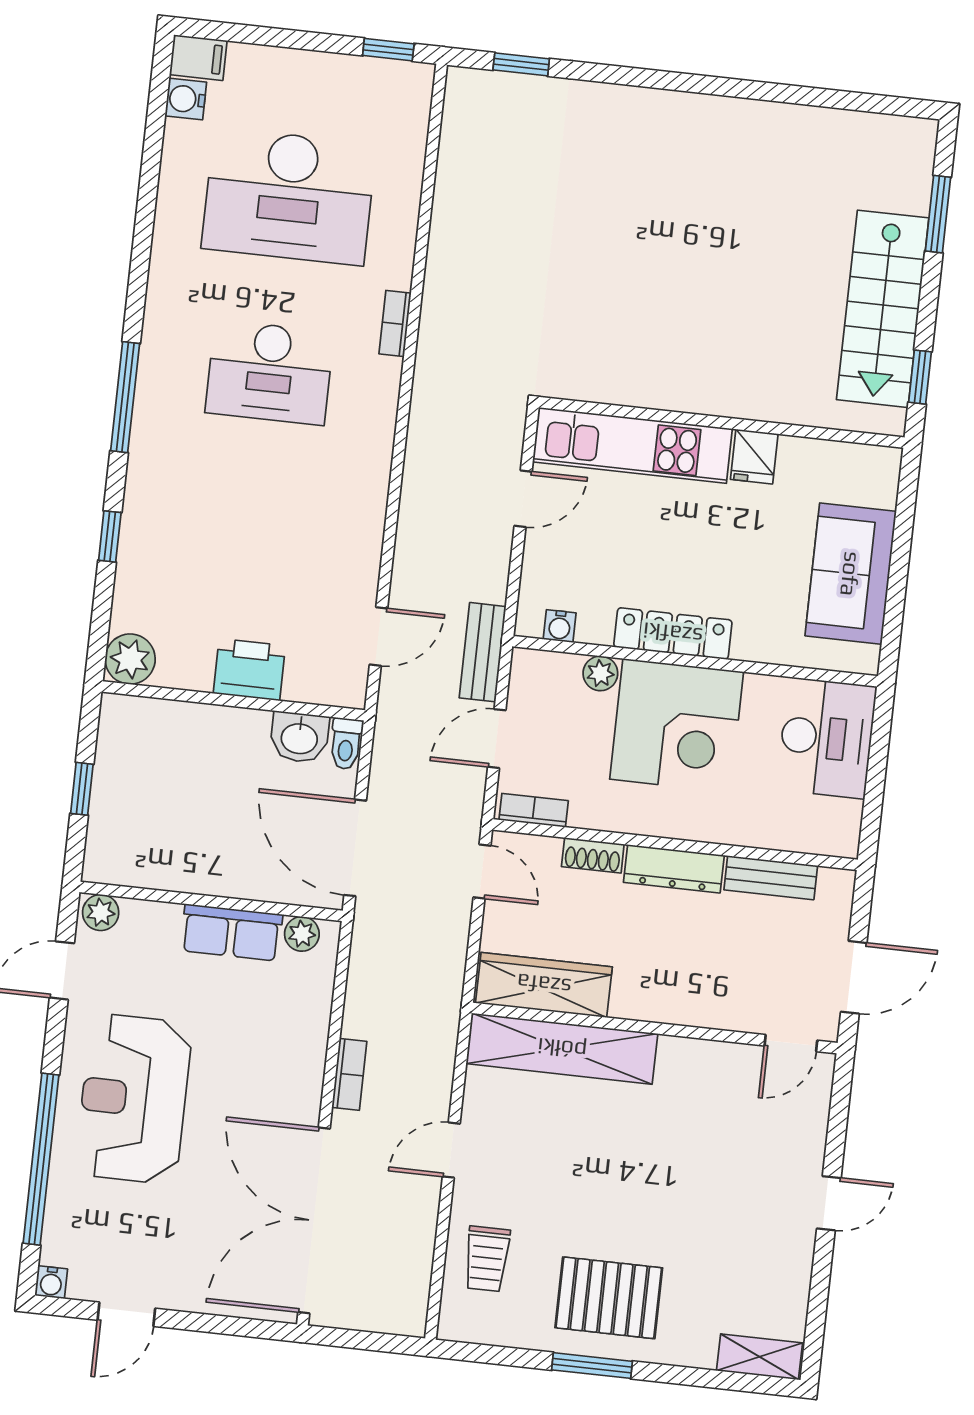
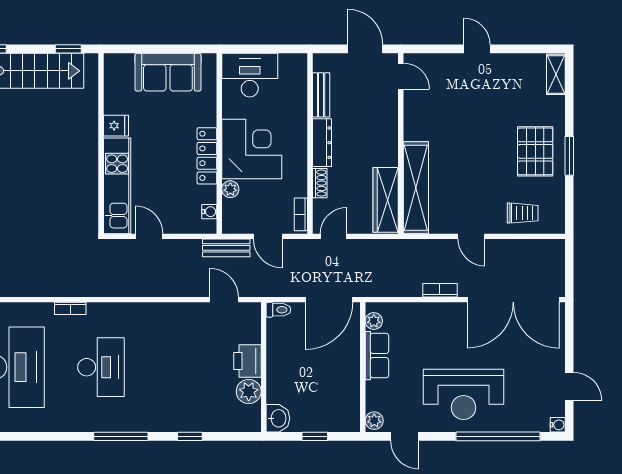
plant: (130, 659) -> (249, 391), moved
washbasin: (299, 737) -> (278, 418), moved

